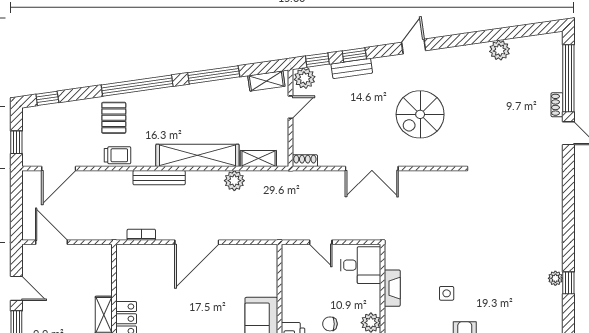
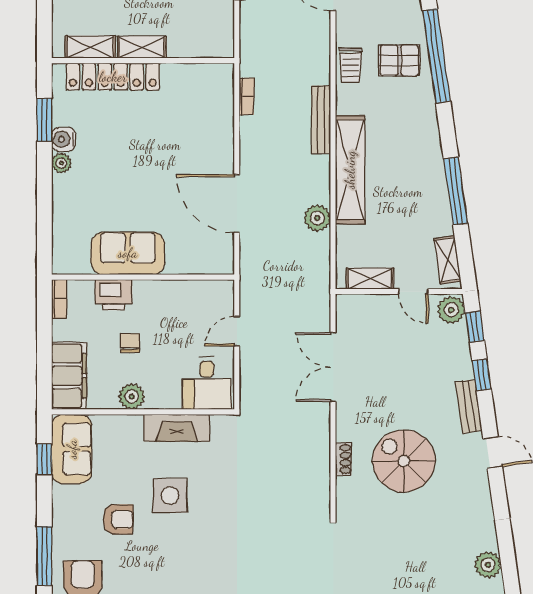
bench: (352, 69) -> (469, 406), moved
window: (137, 86) -> (436, 56), moved
shelving: (258, 159) -> (370, 279), moved, turned 90
shoe rack: (305, 161) -> (343, 459), moved
double door: (372, 169) -> (333, 367), moved
door: (197, 242) -> (237, 203), moved
fireplace: (392, 288) -> (177, 428), width x1.37, depth x1.32
side table: (447, 293) -> (170, 496), width x1.87, depth x1.87

